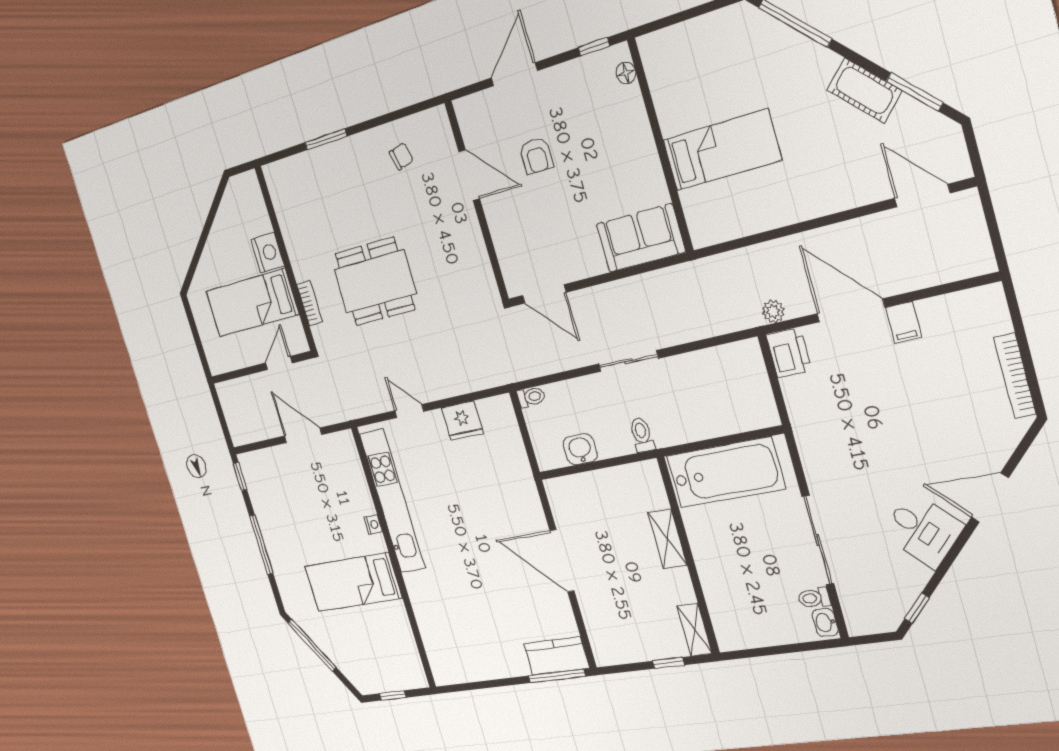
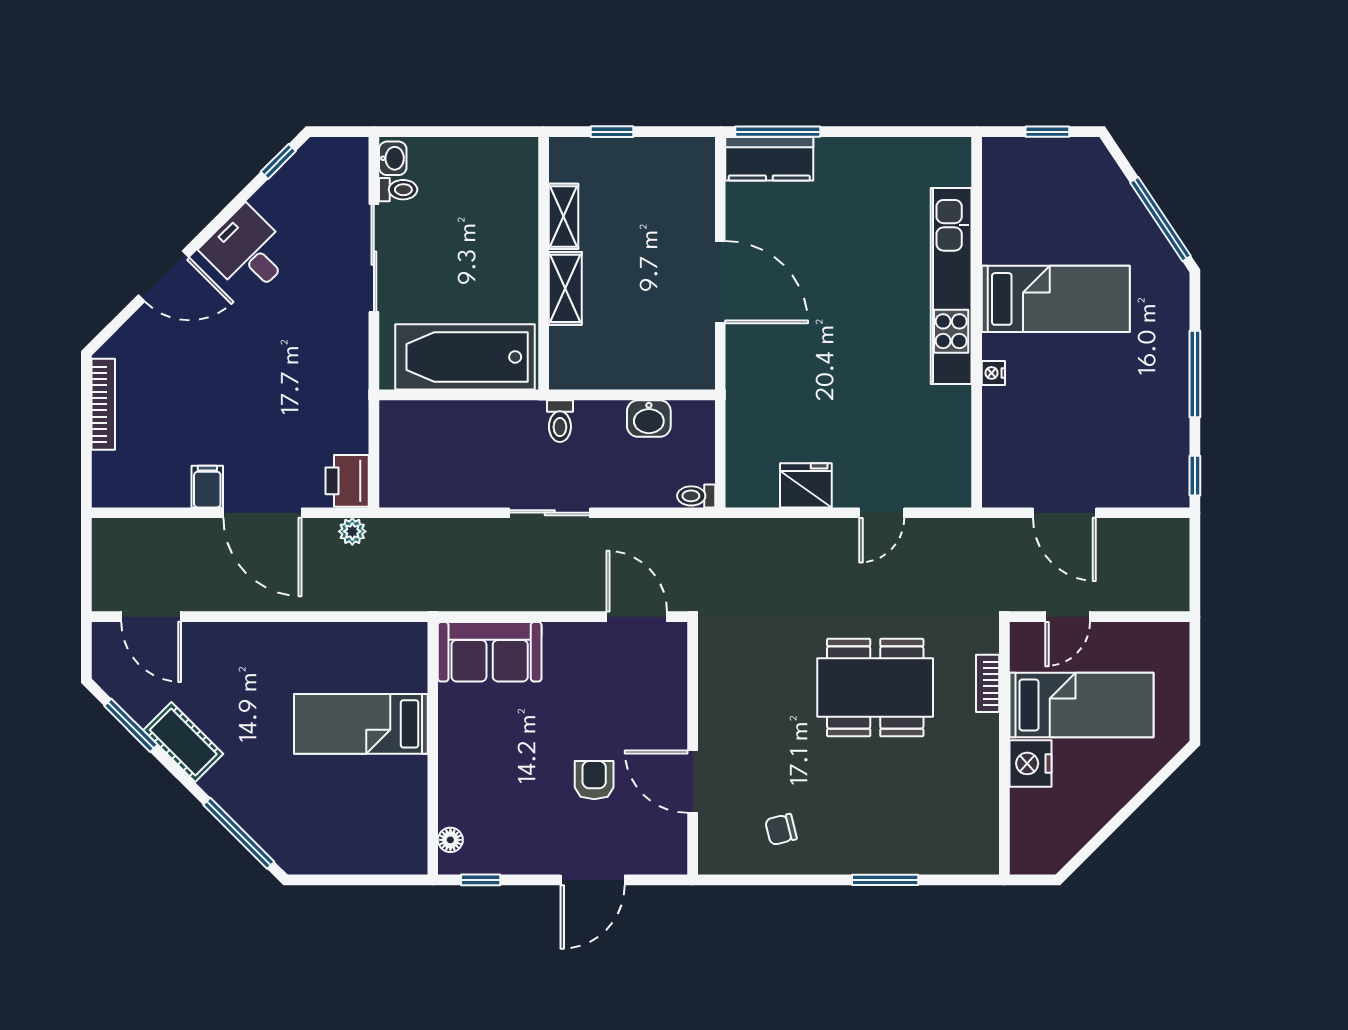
door: (409, 411) -> (882, 513), hinge flipped
kitchen unit: (392, 501) -> (951, 286), moved
shelving: (694, 630) -> (564, 216), moved

